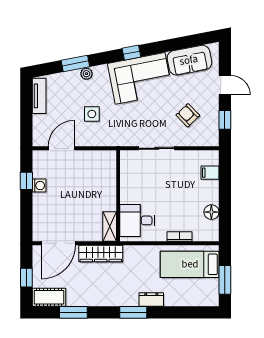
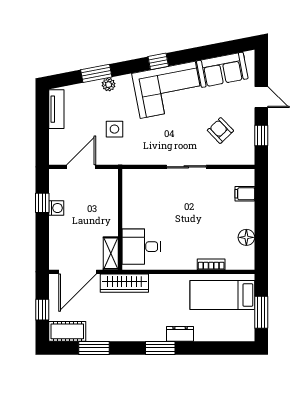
wall: (118, 196) -> (120, 219), moved
desk: (137, 220) -> (141, 247), moved
shelving: (110, 227) -> (111, 253), moved

